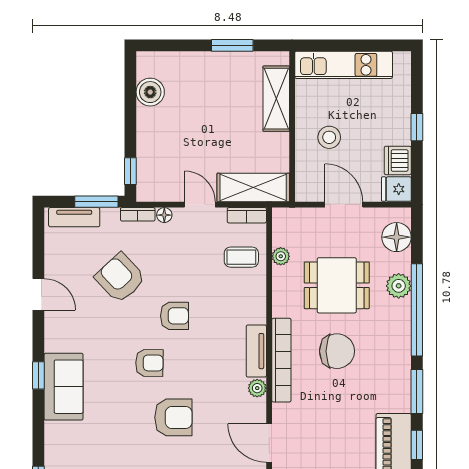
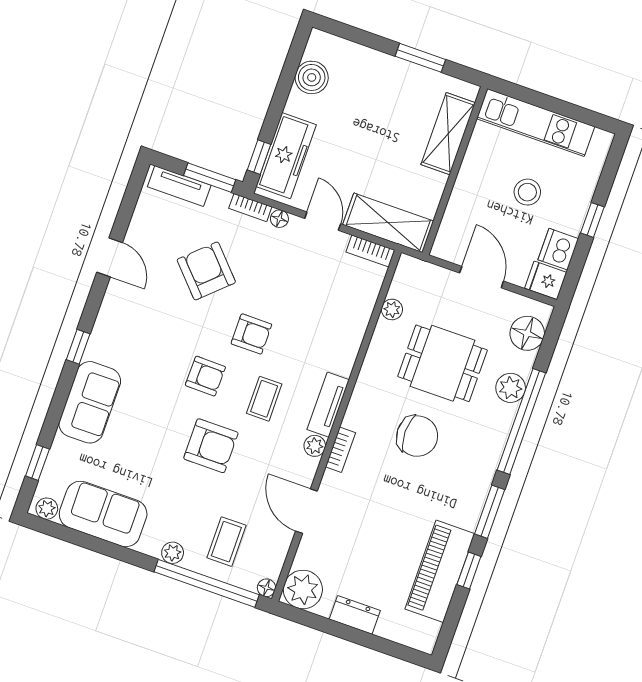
stool: (329, 137) -> (527, 192), moved
freezer: (152, 162) -> (286, 156), added
coffee table: (241, 257) -> (264, 399), moved, turned 90
bookcase: (281, 360) -> (340, 450), width x0.43, depth x0.76
sofa: (64, 387) -> (90, 402), moved

